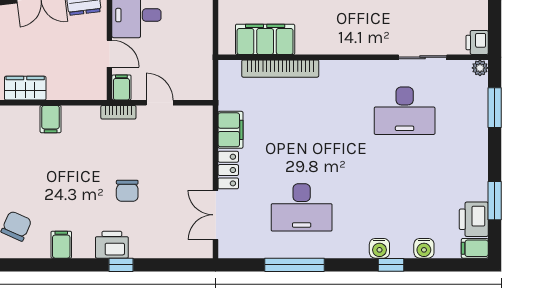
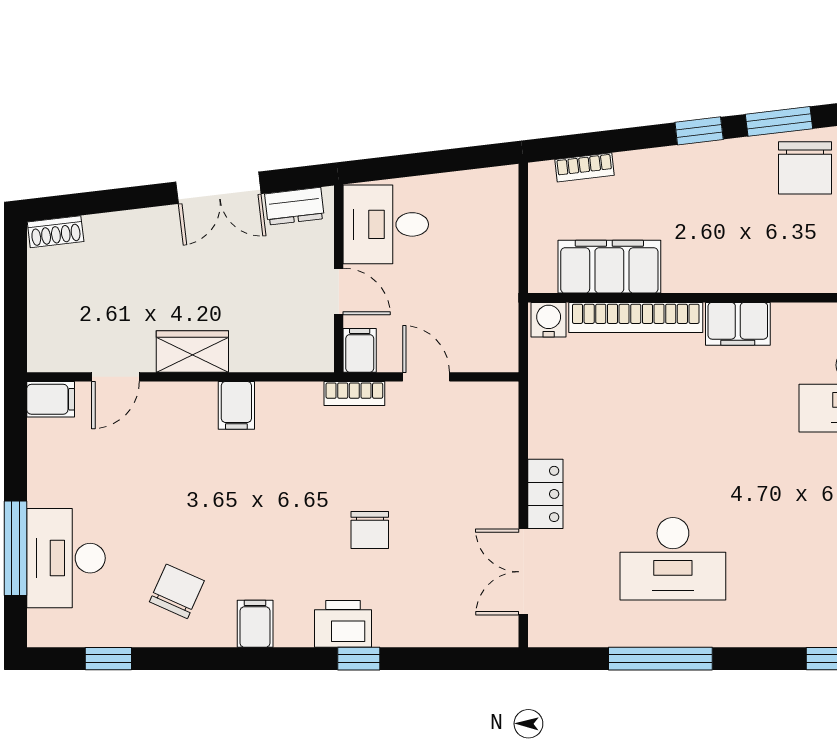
filing cabinet: (231, 130) -> (738, 324), moved, turned 90
water cooler: (379, 248) -> (549, 320), moved, turned 180

